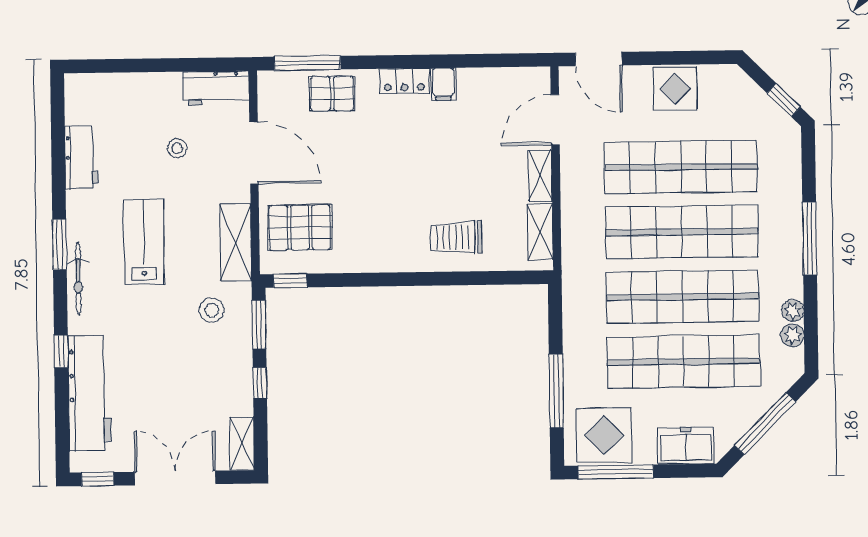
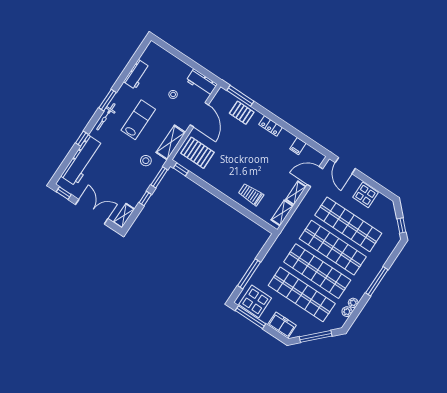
filing cabinet: (443, 84) -> (298, 146), moved

